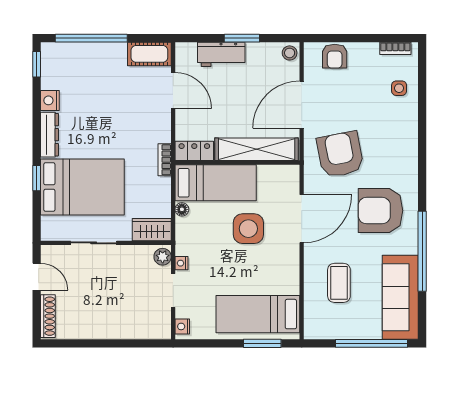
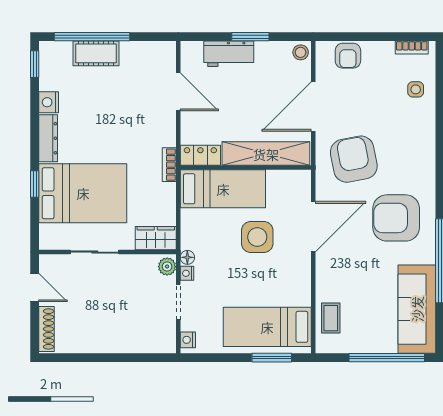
cot: (149, 54) -> (96, 53), moved
floor lamp: (182, 209) -> (187, 257), moved
coffee table: (339, 283) -> (331, 318), moved, width x0.73, depth x0.77

